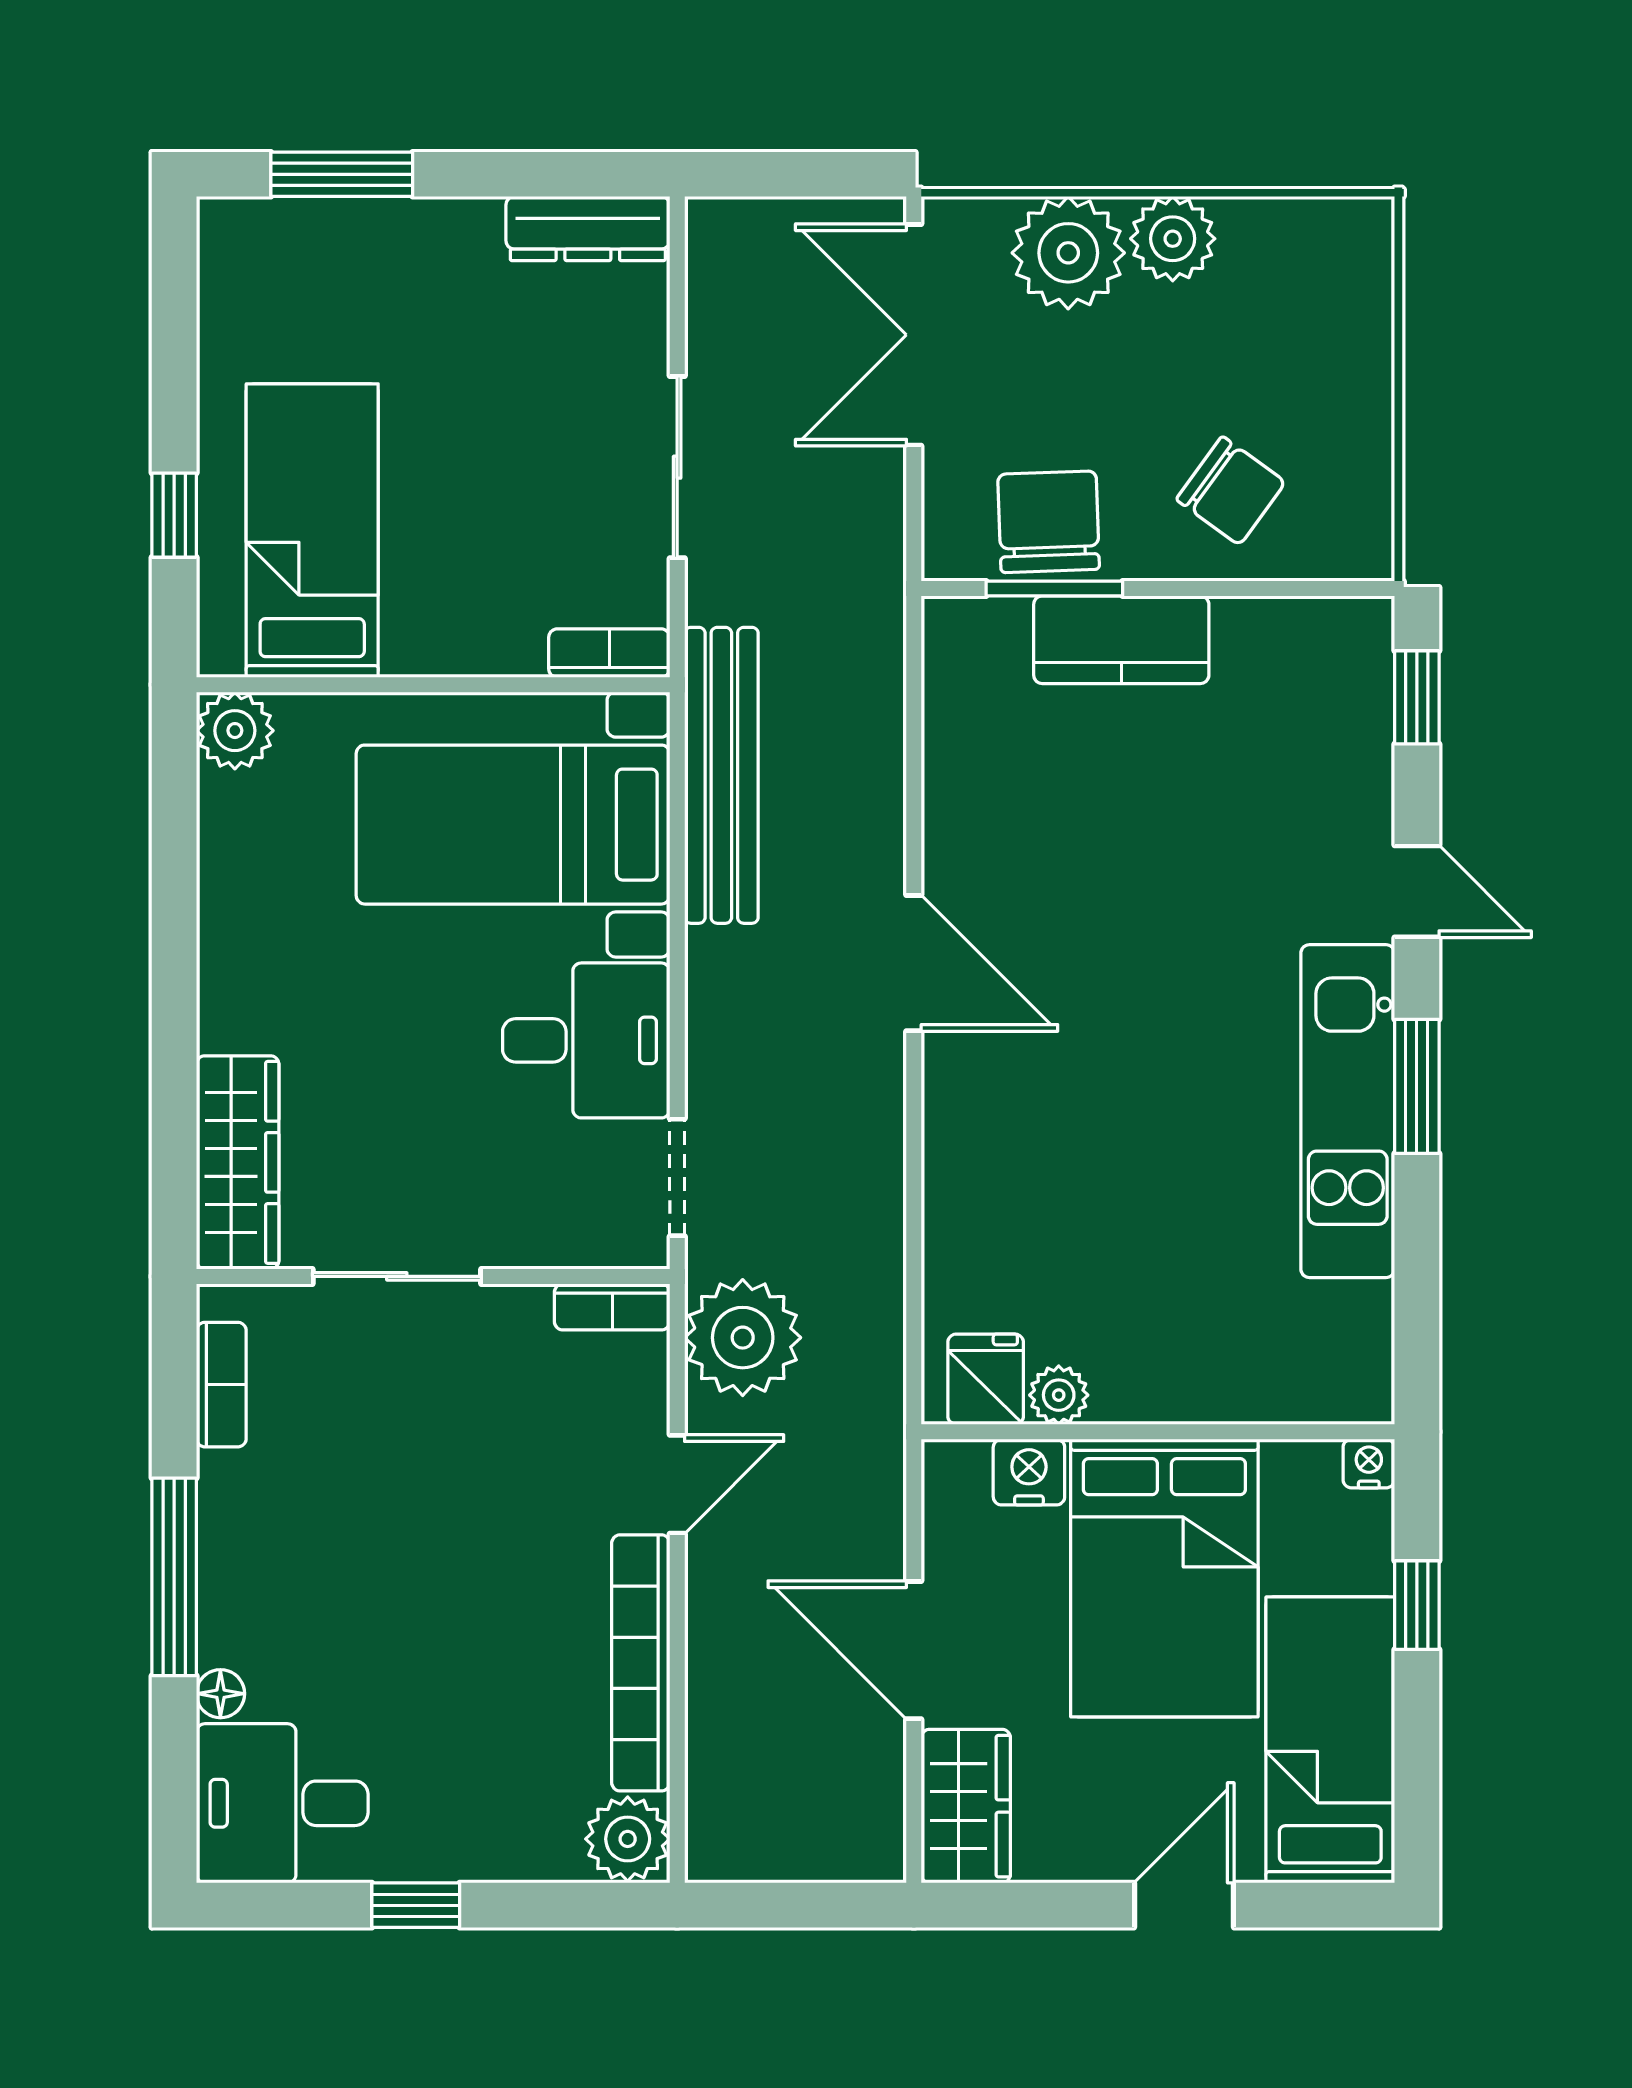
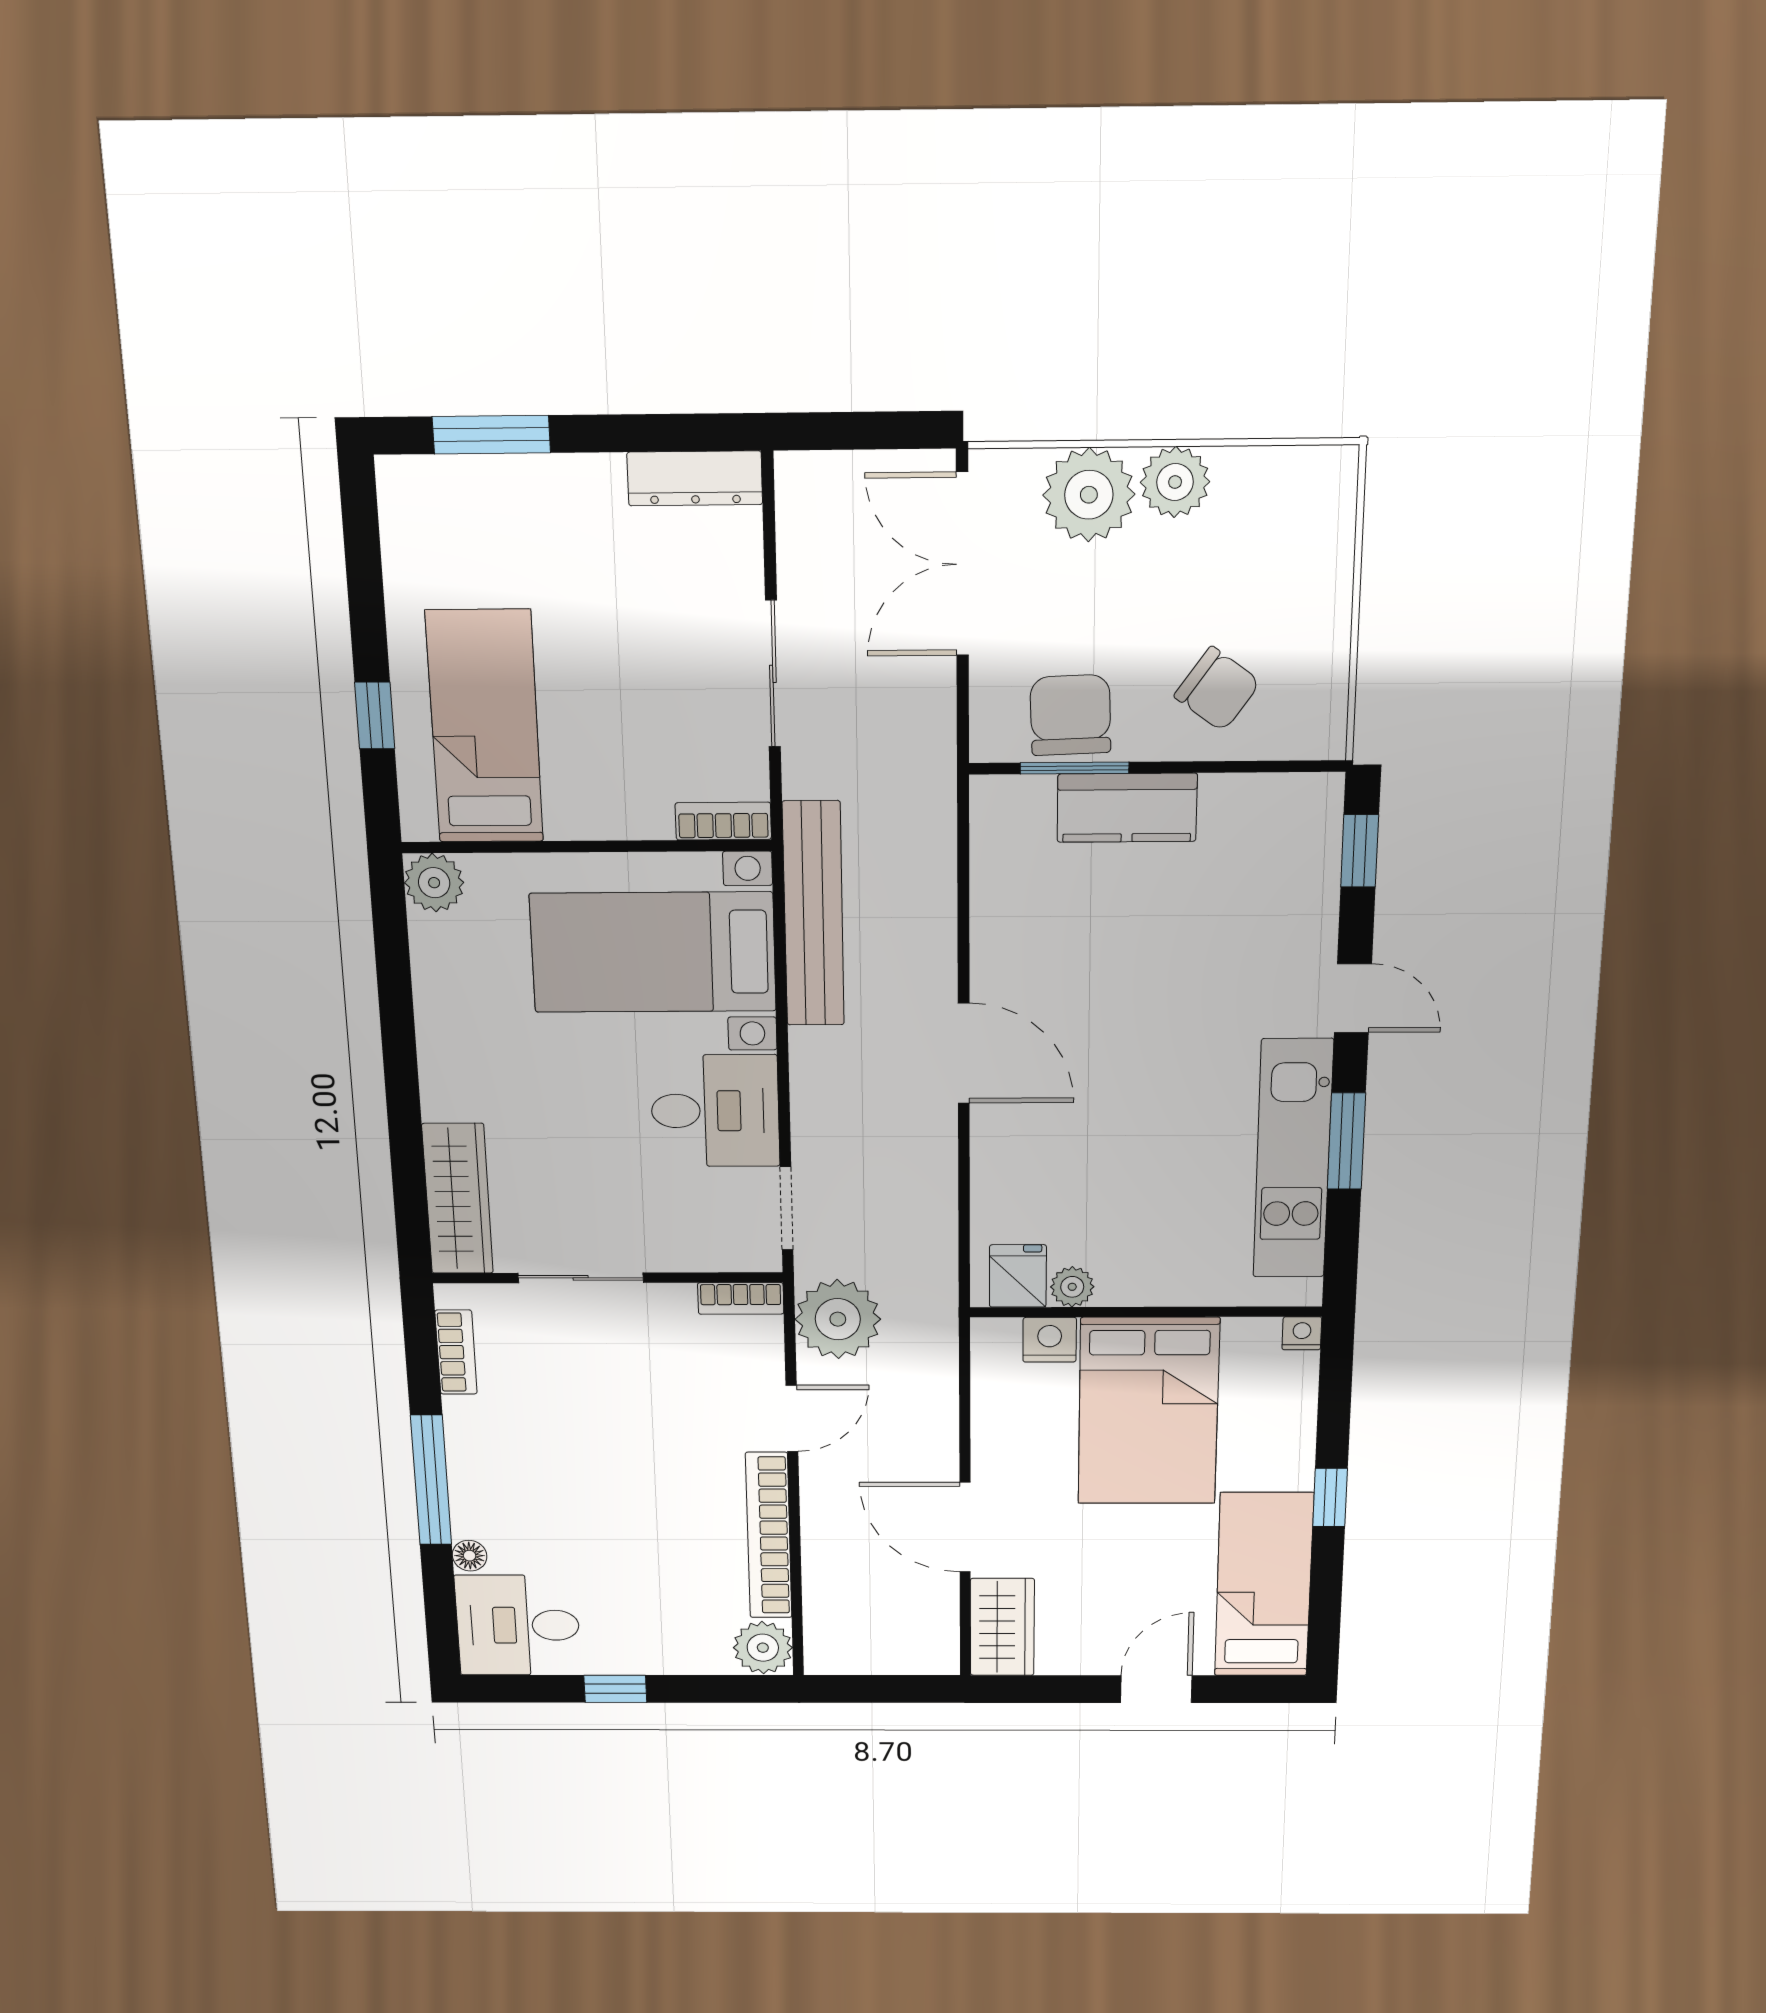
fridge: (986, 1379) -> (1018, 1276), moved
plant: (1059, 1395) -> (1072, 1287), moved
wall: (1158, 1432) -> (1146, 1312), moved
nightstand: (1369, 1464) -> (1302, 1333), moved
nightstand: (1029, 1472) -> (1050, 1340), moved
bed: (1164, 1578) -> (1148, 1411), moved

